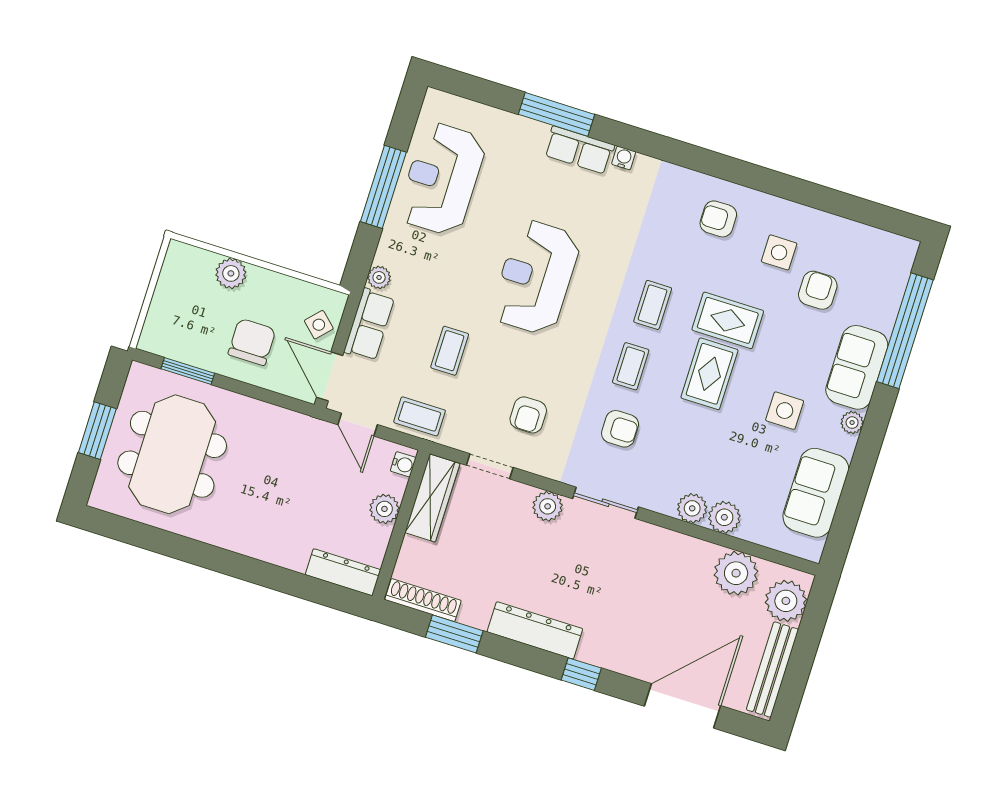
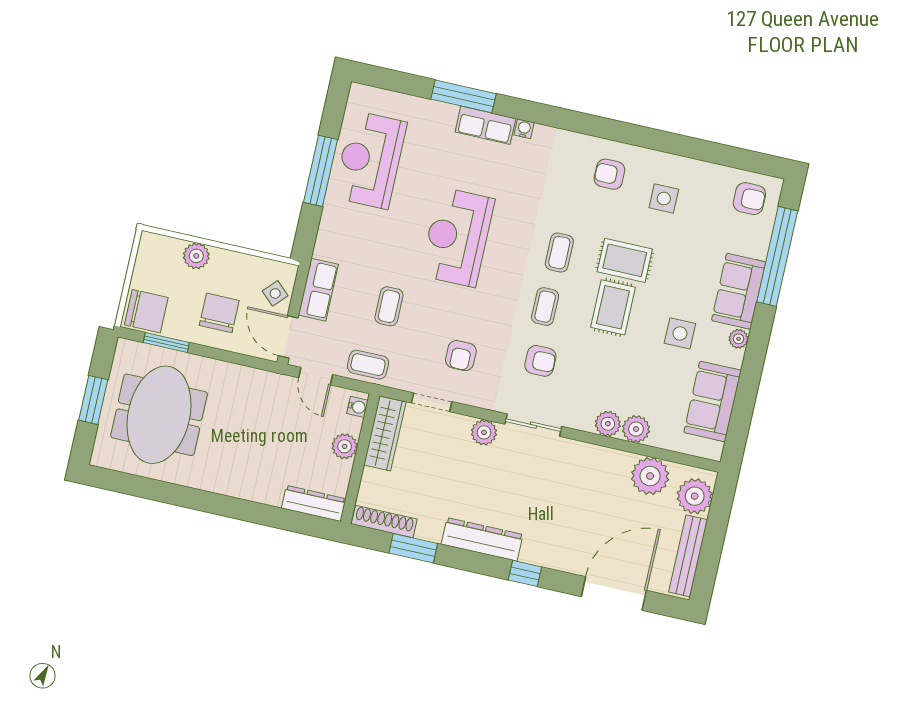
plant: (379, 277) -> (323, 249), removed
armchair: (818, 290) -> (749, 199), moved, turned 90
chair: (167, 333) -> (146, 311), added

